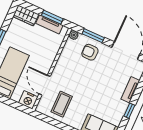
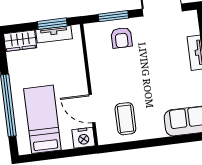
plant: (74, 35) -> (90, 29), removed
armchair: (90, 52) -> (121, 38), turned -90

